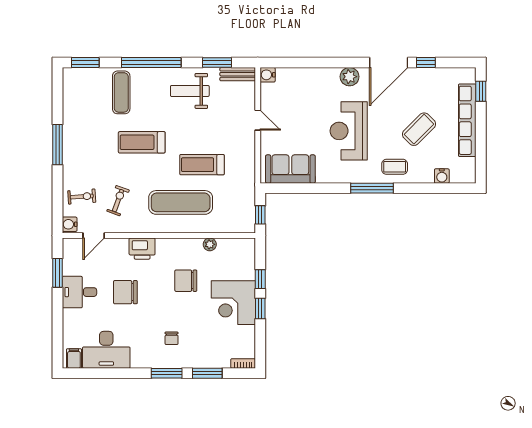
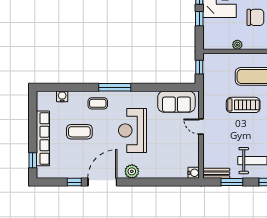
door: (258, 120) -> (201, 127), moved
coffee table: (419, 129) -> (79, 132), turned 45
reception desk: (349, 131) -> (132, 130), turned 180

